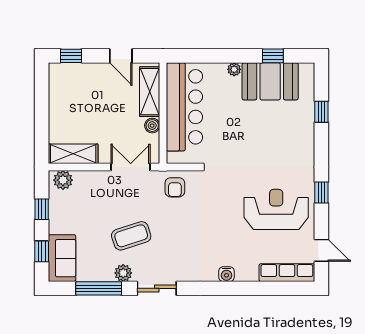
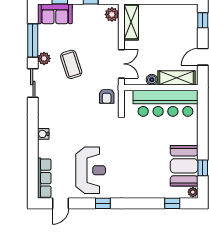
plant: (234, 69) -> (193, 192), moved
window: (321, 112) -> (172, 203), moved
armchair: (175, 187) -> (107, 96), turned -90

